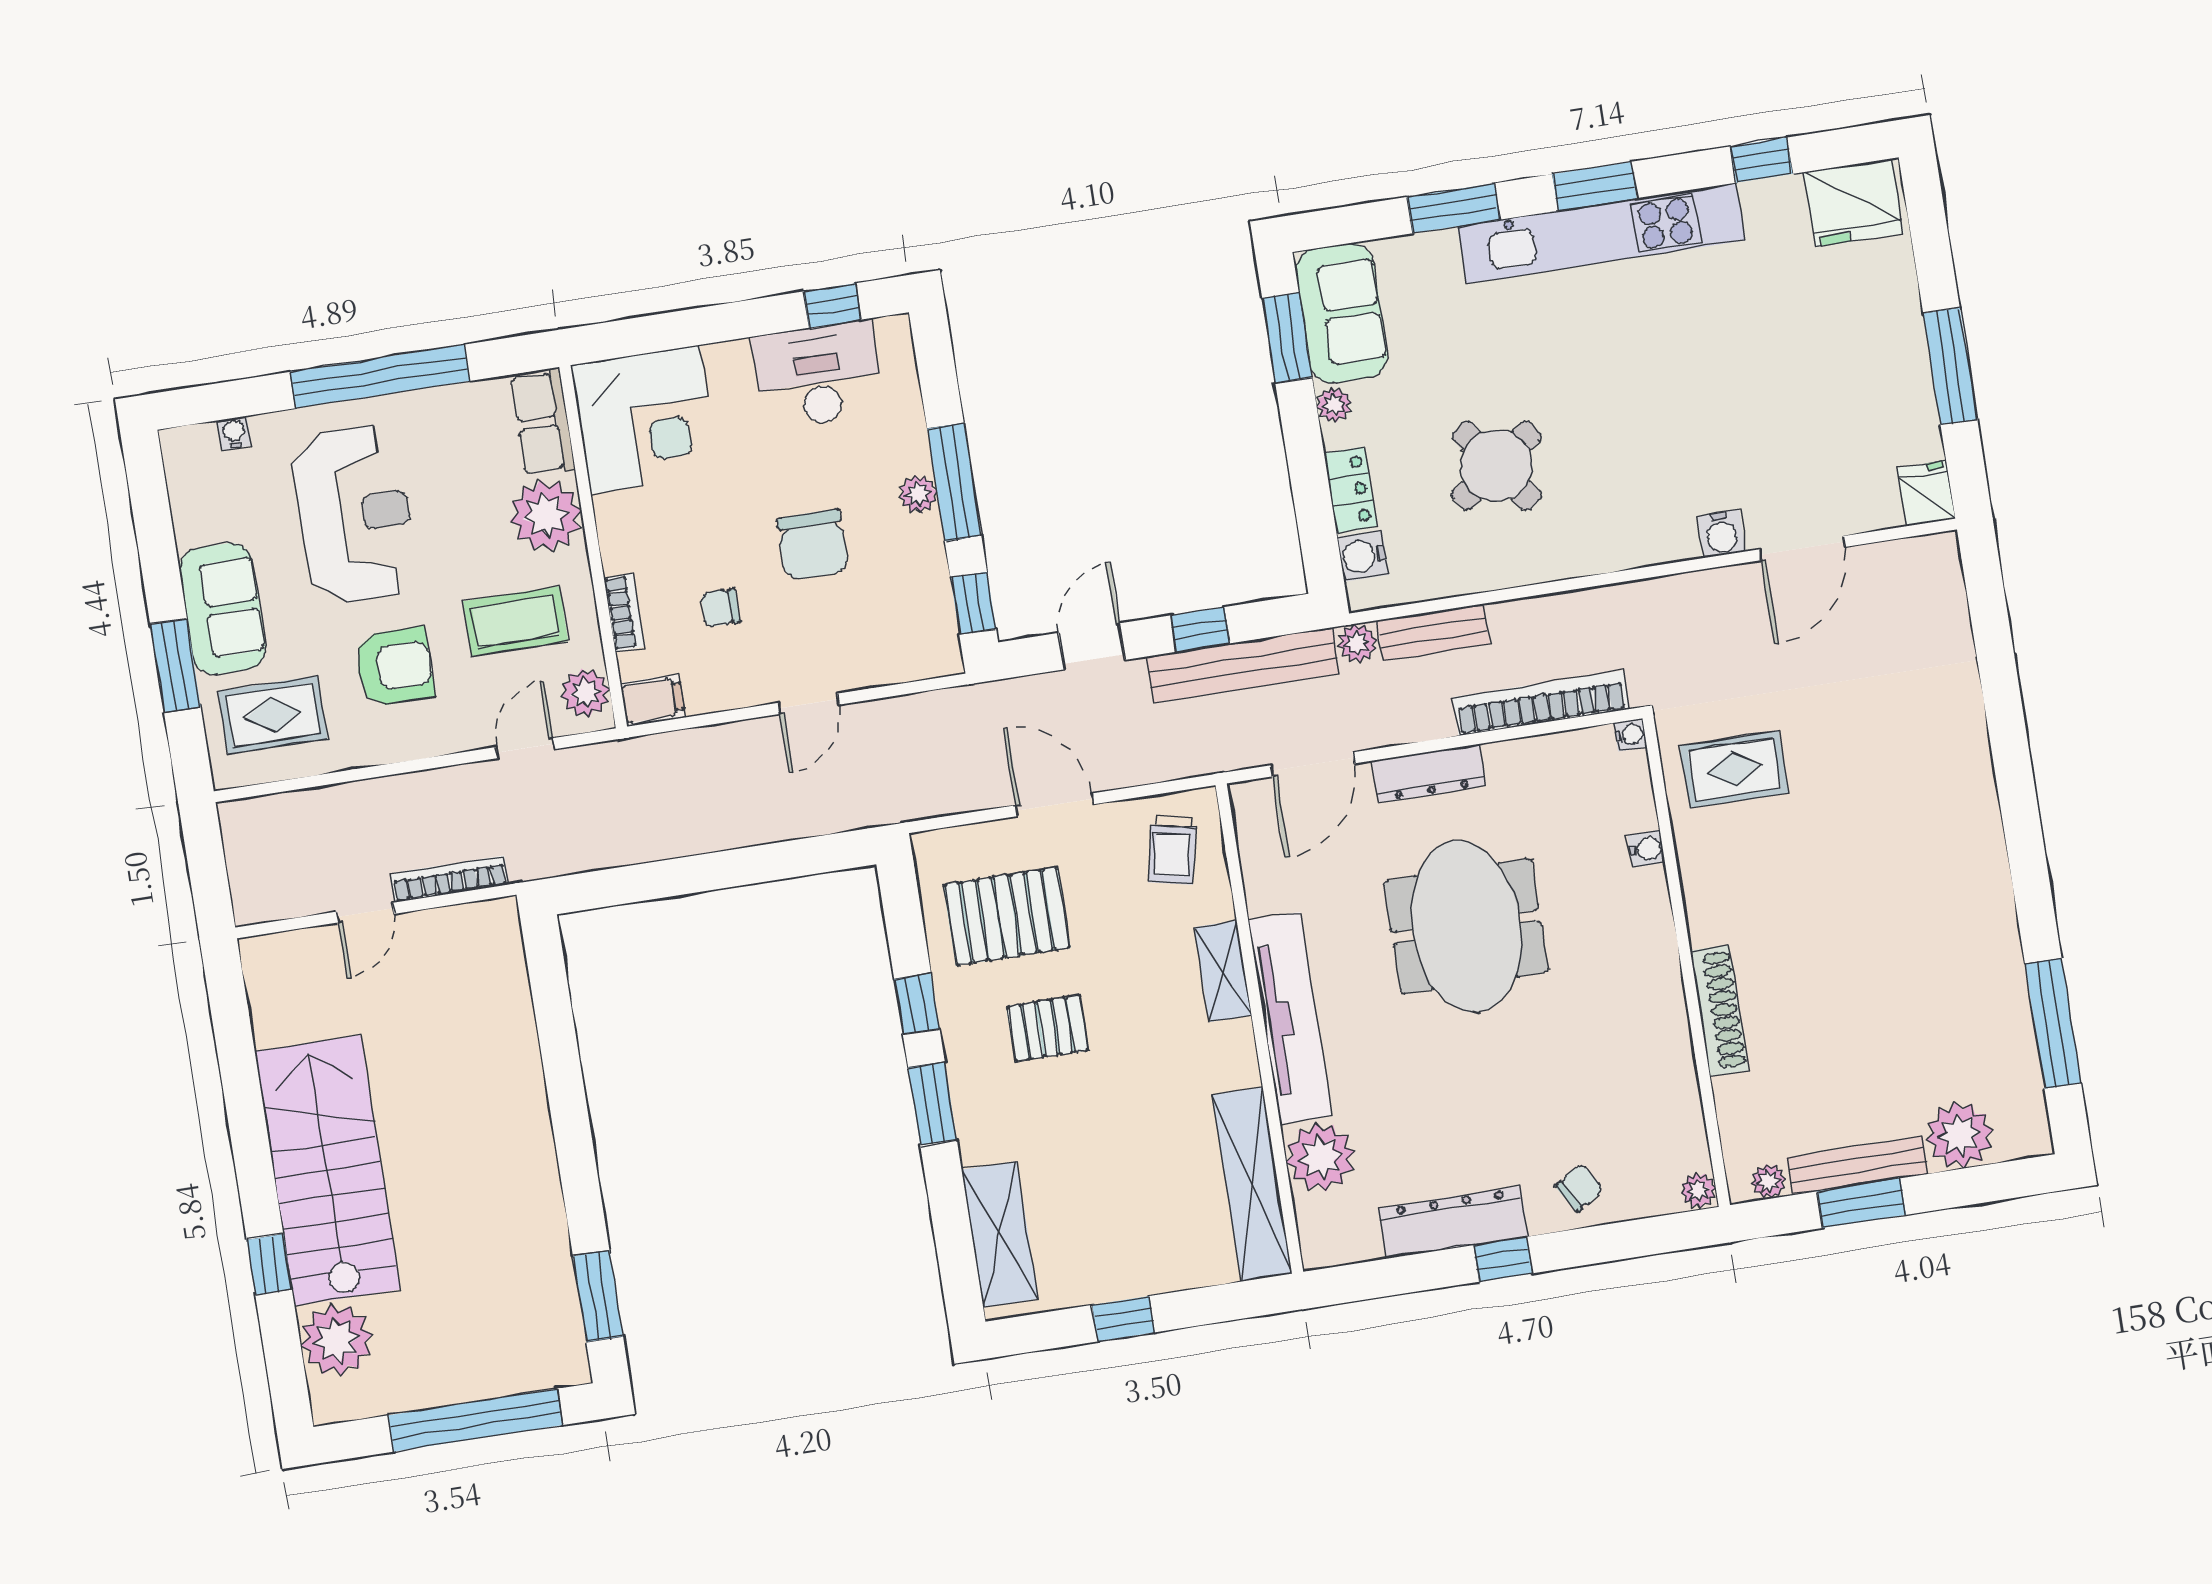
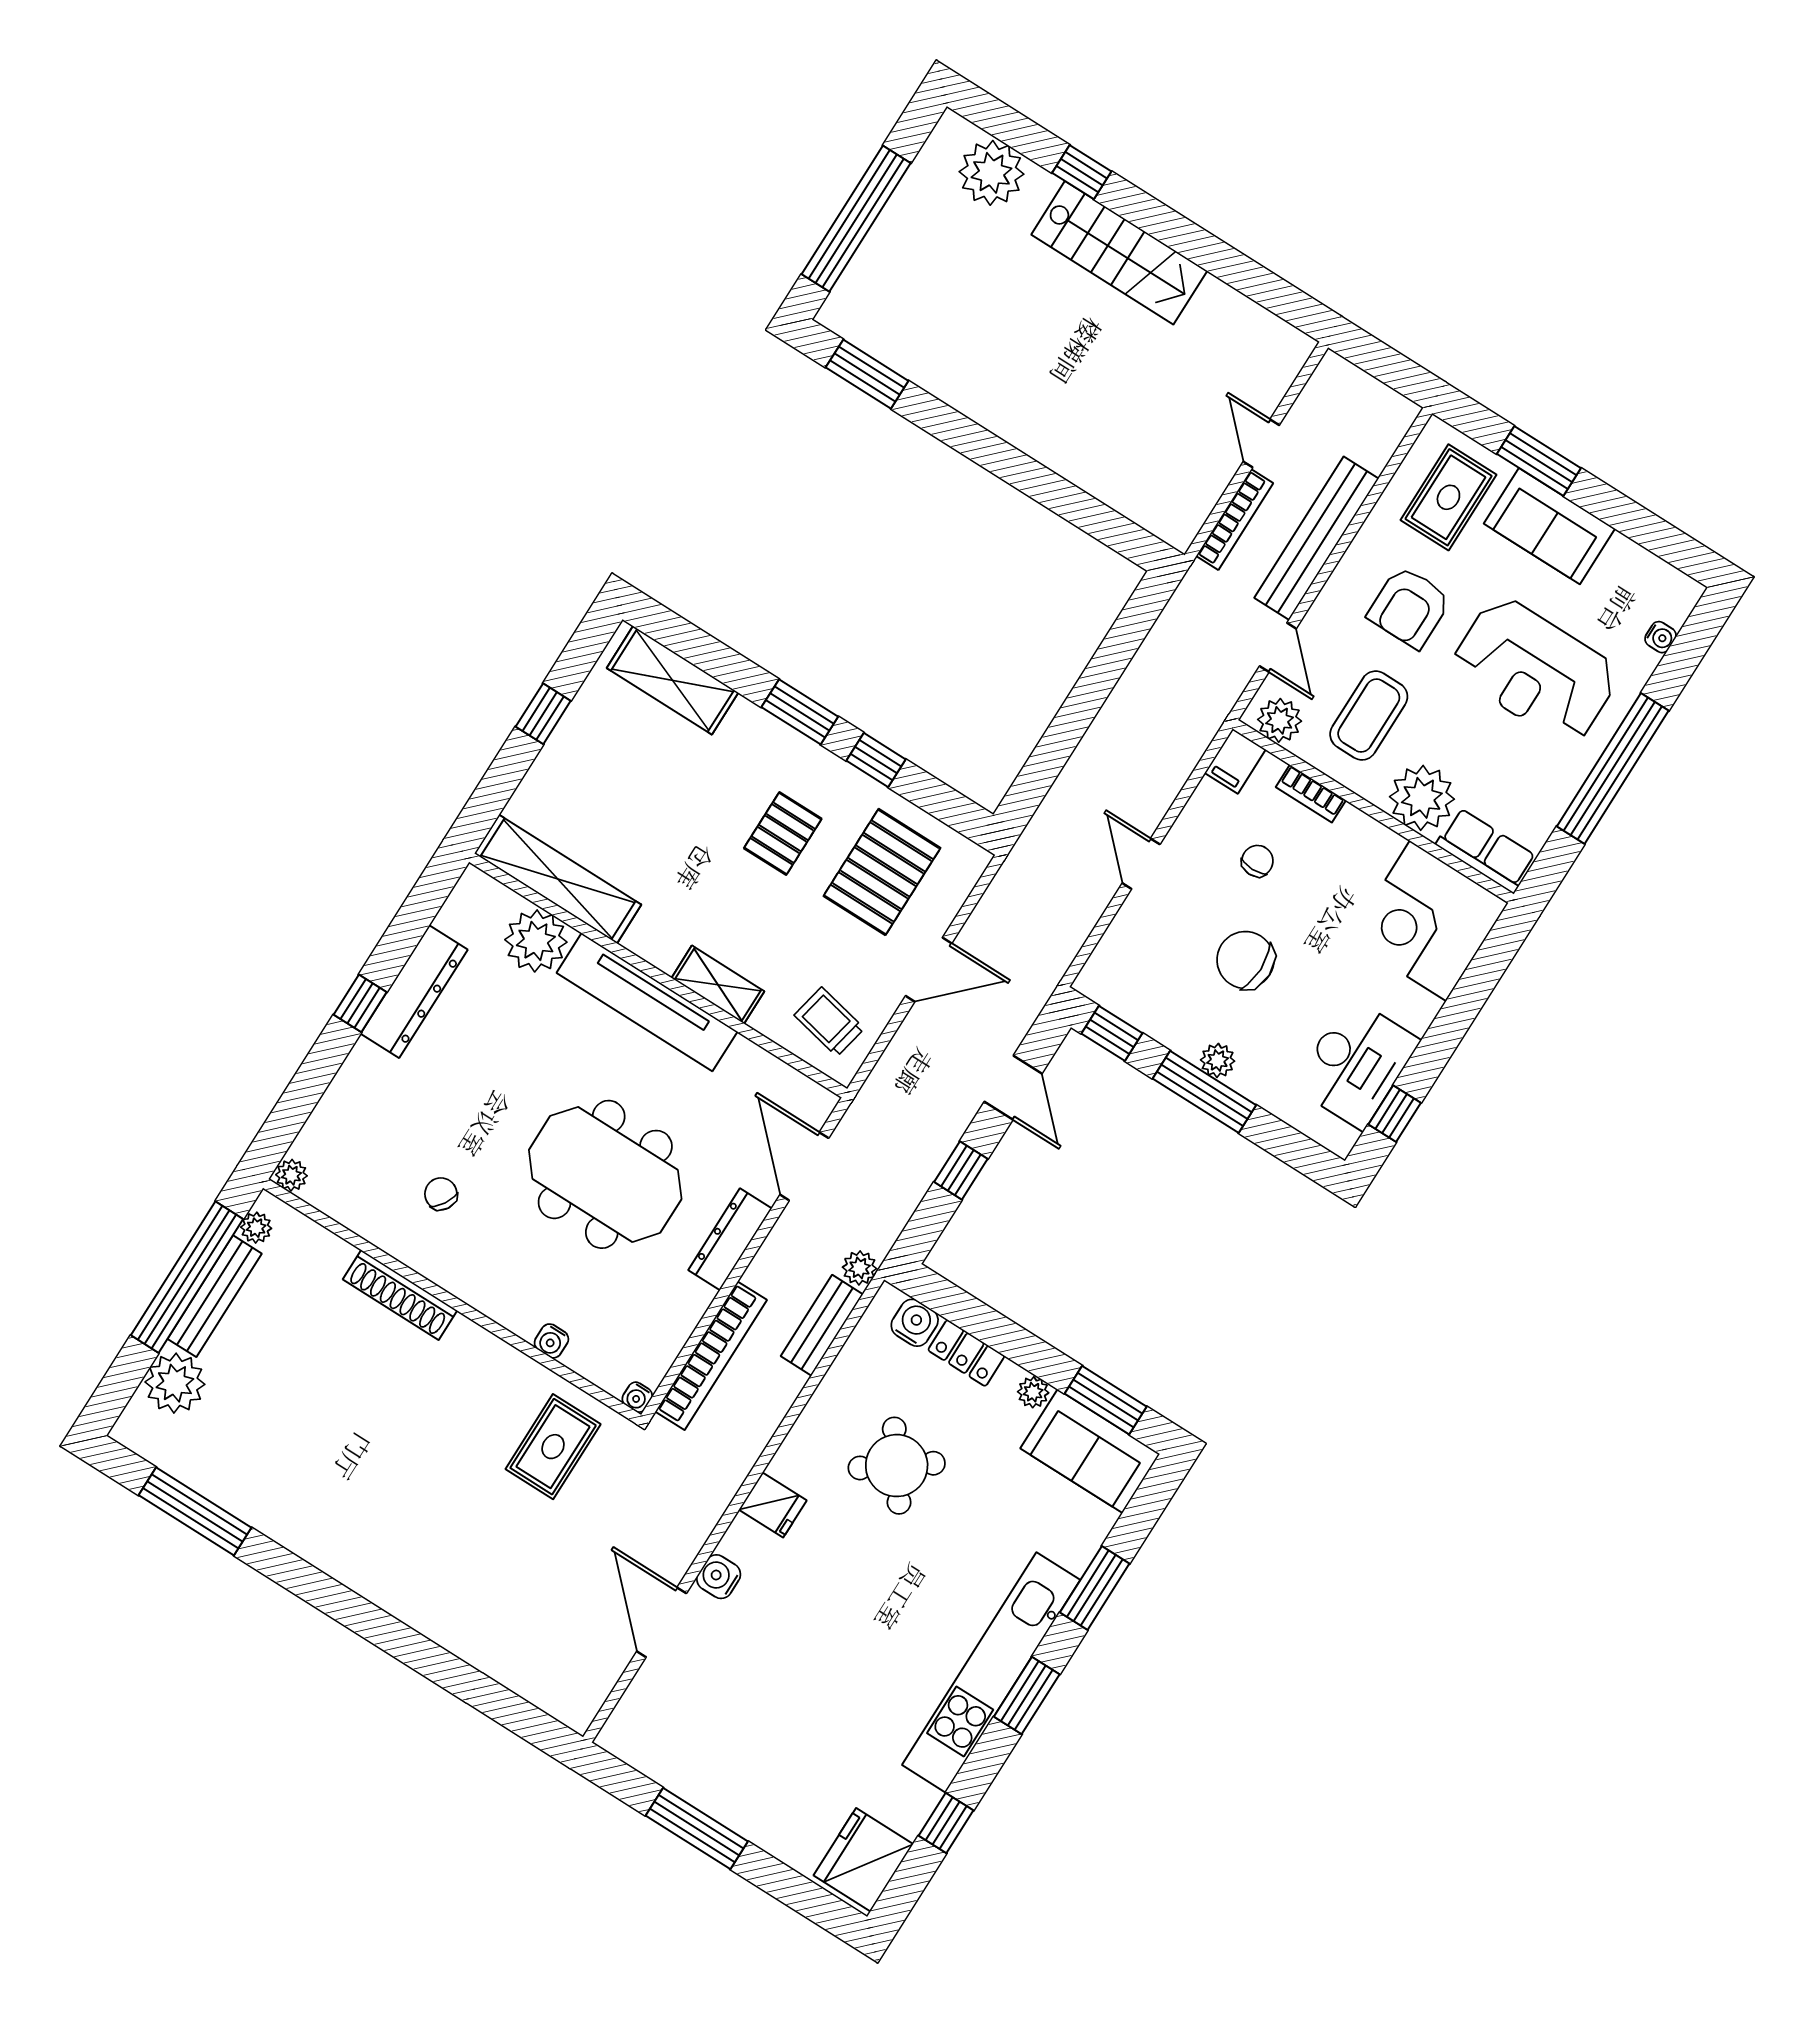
fridge: (1926, 493) -> (773, 1505), moved
bench: (1243, 665) -> (1316, 538), moved
stairs: (327, 1170) -> (1119, 253), width x0.73, depth x0.66
chair: (1579, 1188) -> (441, 1194), moved, turned 152
window: (1861, 1203) -> (187, 1277), width x2.11

